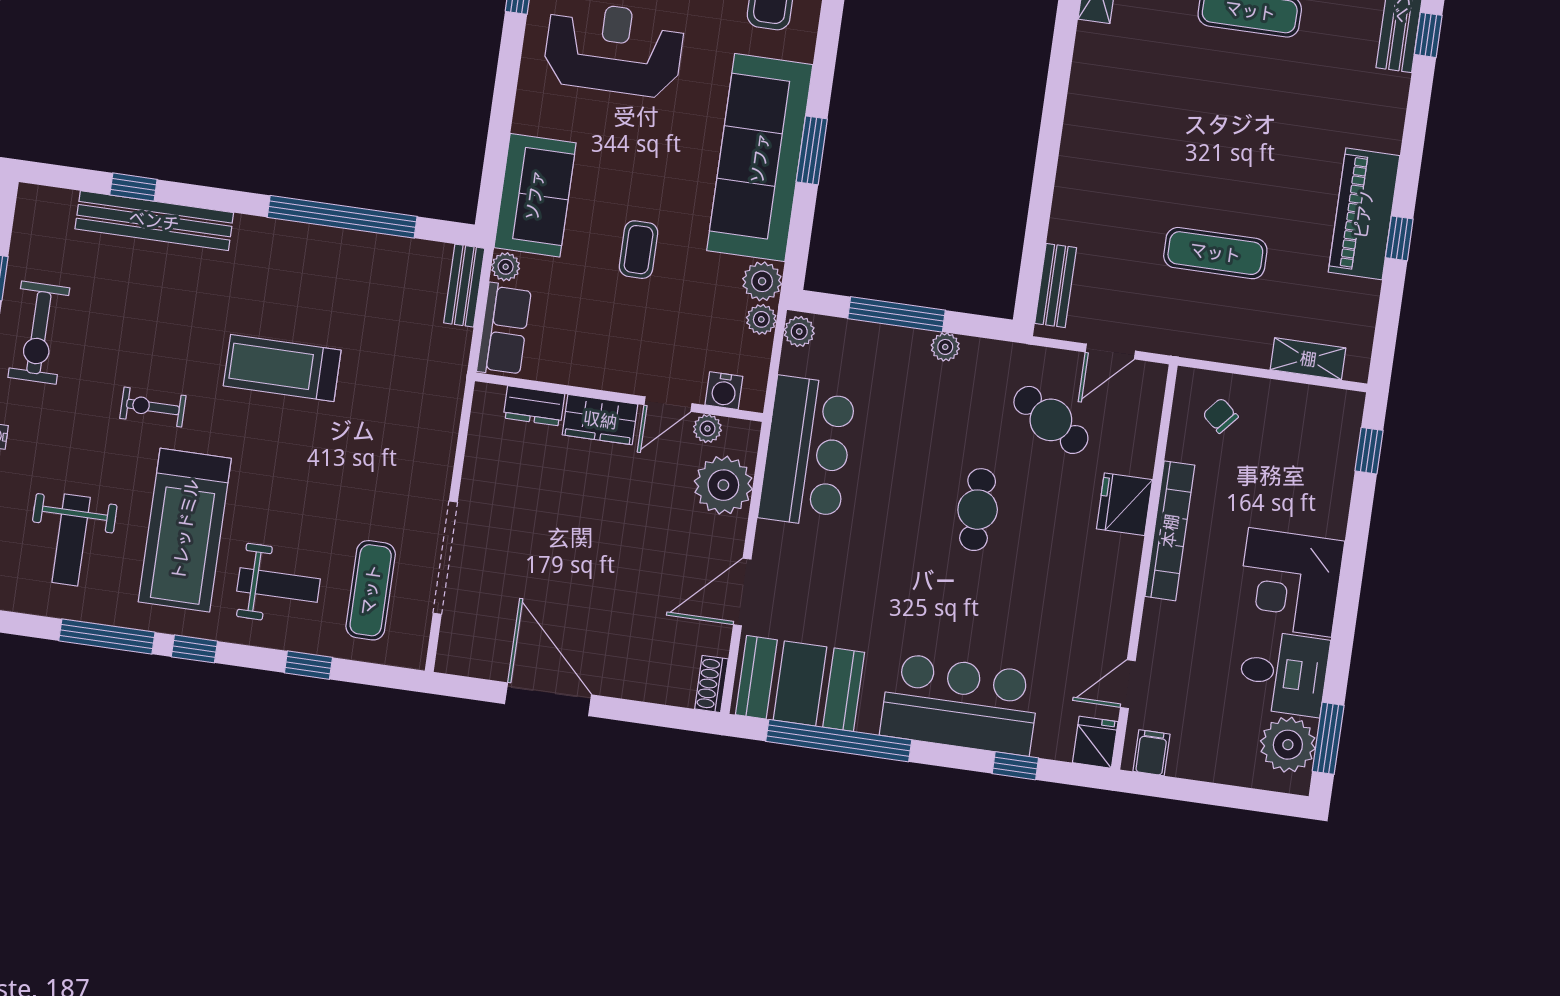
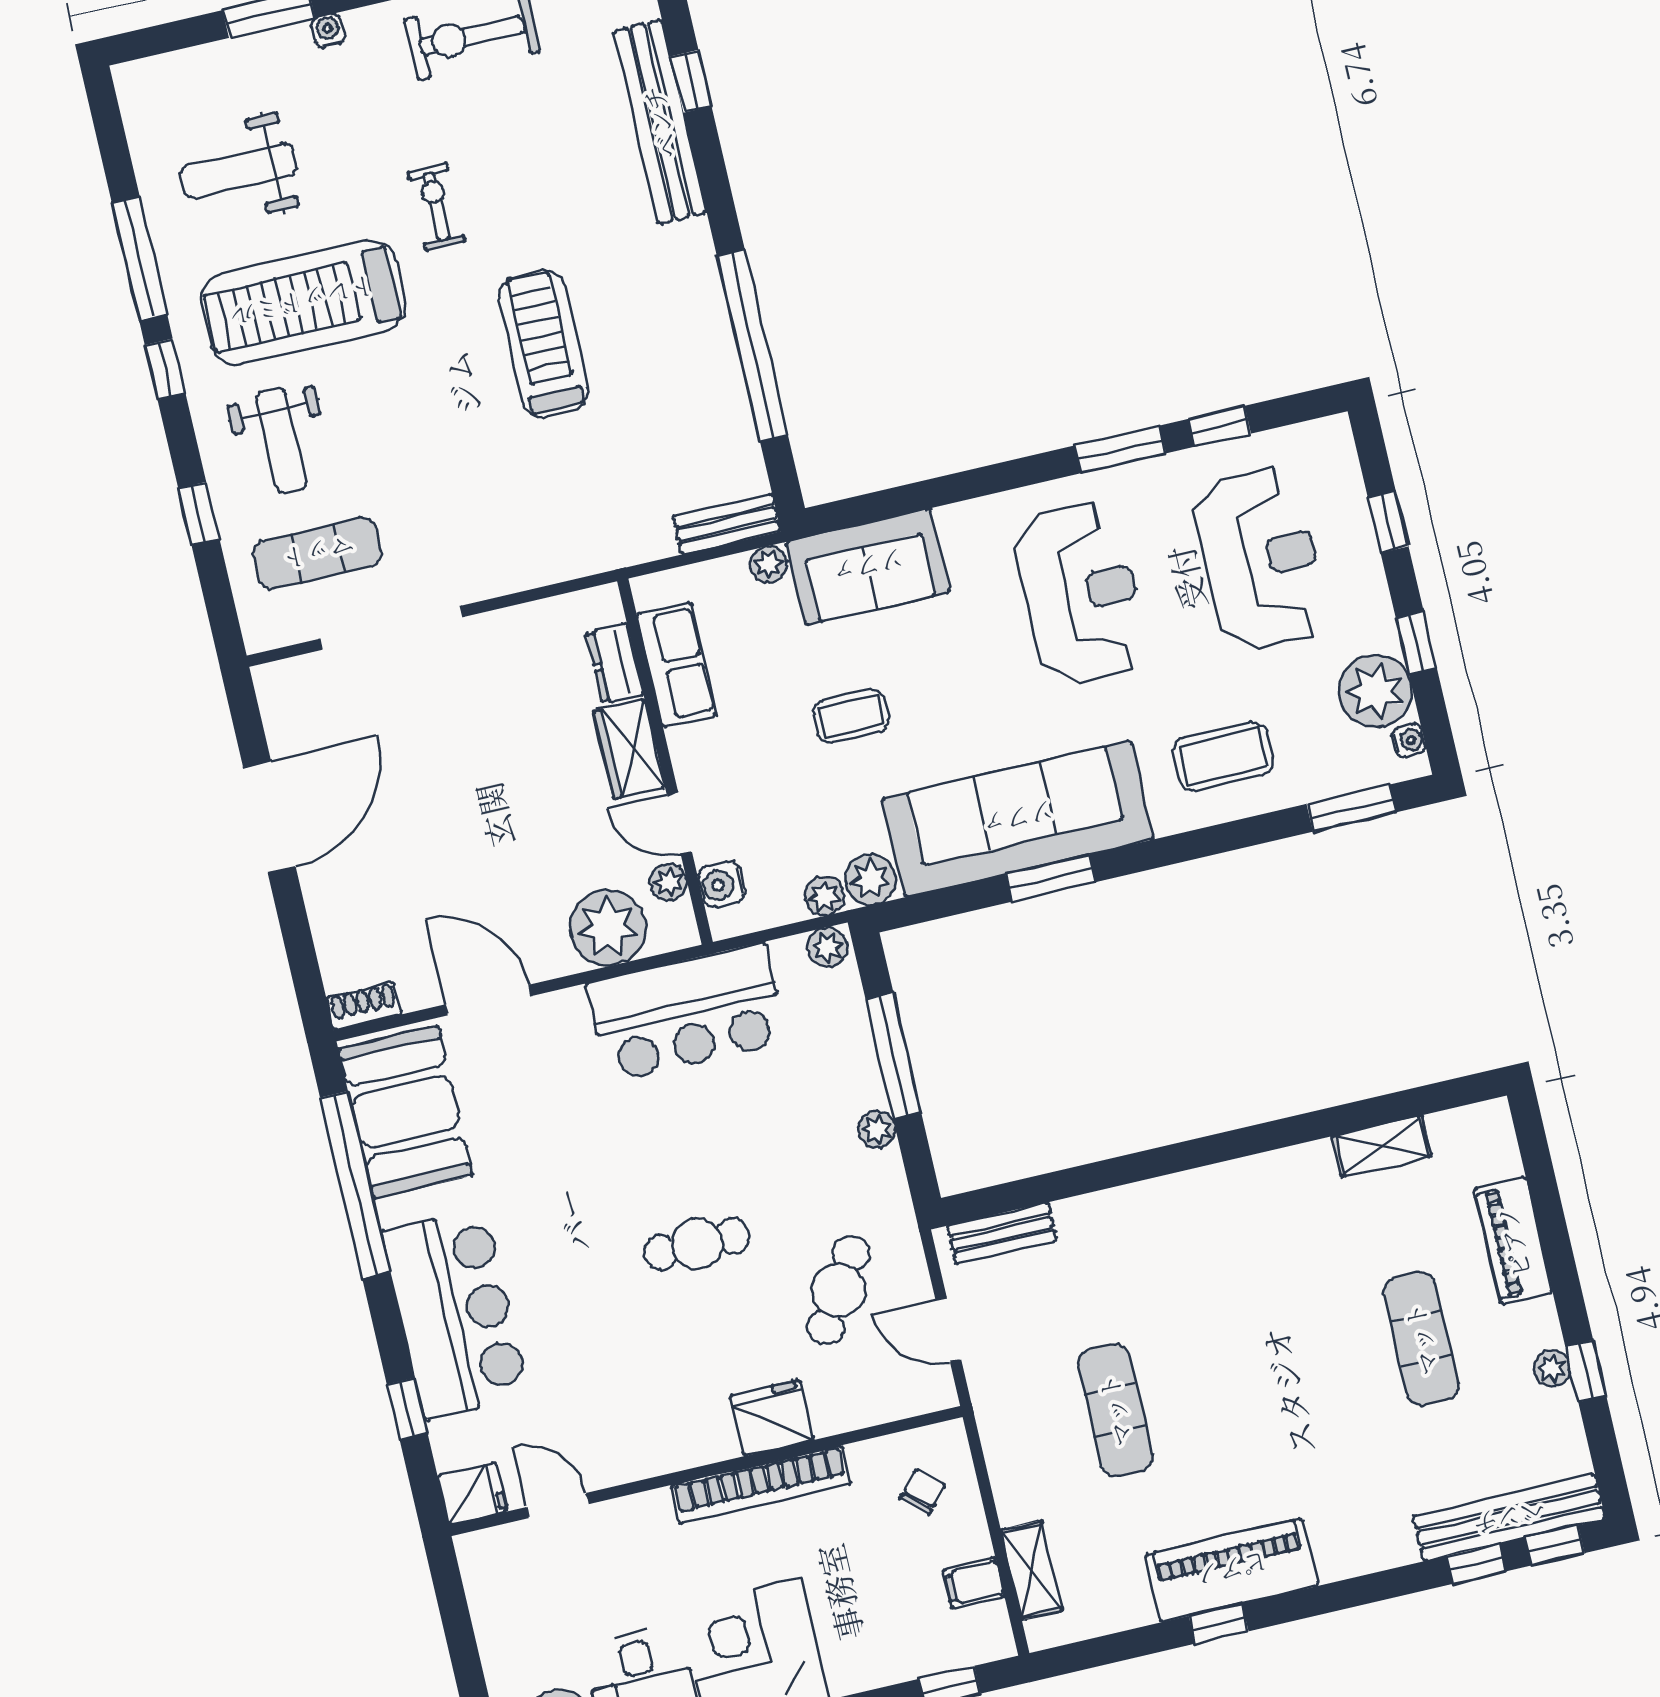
row of seats: (504, 330) -> (677, 664), moved, turned -90
filing cabinet: (1152, 753) -> (974, 1583), moved, turned 180

